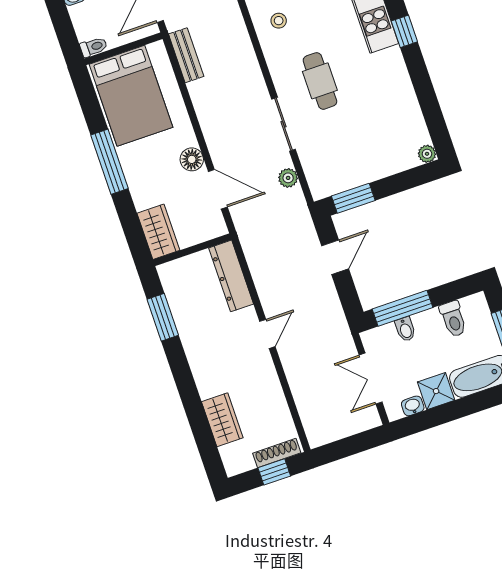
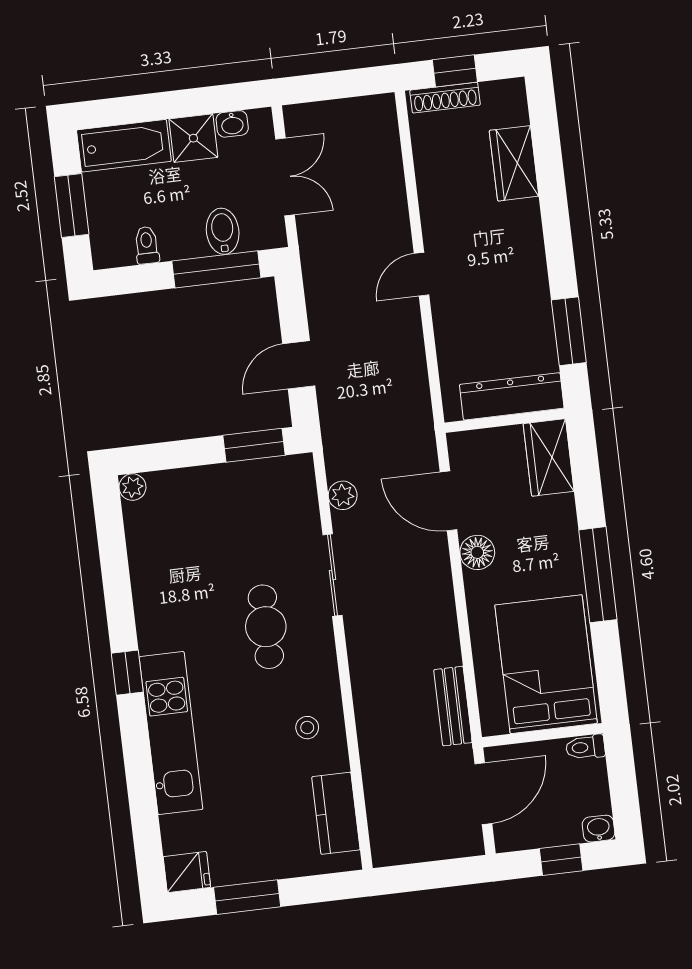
dresser: (231, 276) -> (512, 396), moved, turned -90
toilet: (453, 319) -> (147, 245), width x0.73, depth x0.72
bidet: (405, 329) -> (223, 231), width x1.38, depth x1.36

